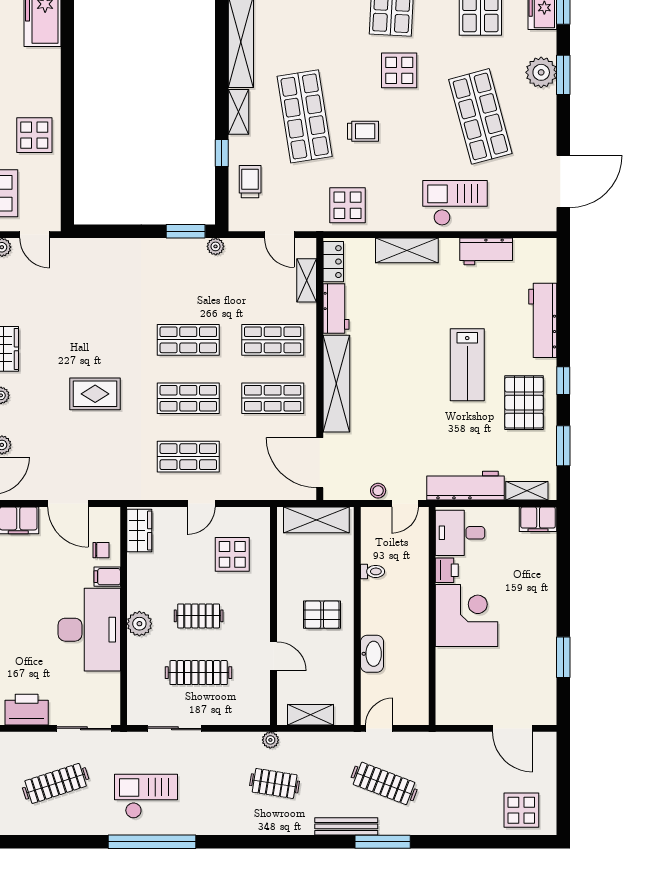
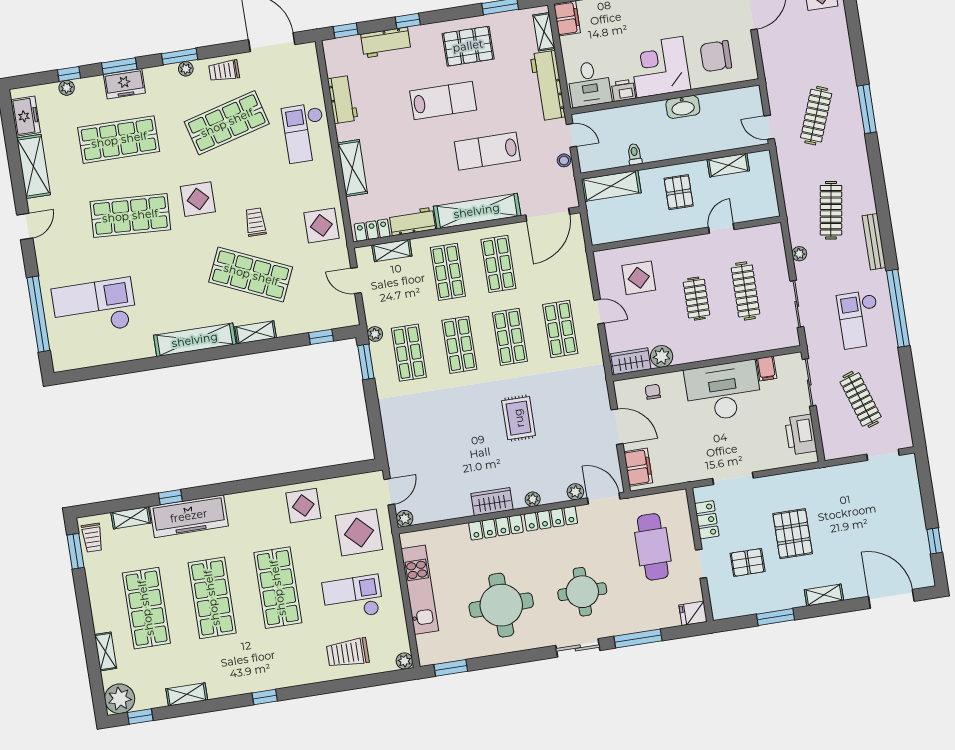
plant: (541, 72) -> (186, 69), width x0.53, depth x0.53
shop shelf: (305, 116) -> (251, 275), turned 33
window: (222, 153) -> (321, 337), moved
trolley: (250, 182) -> (224, 71), moved
door: (279, 235) -> (356, 280), swing flipped
window: (563, 267) -> (346, 31), added
shop shelf: (188, 281) -> (409, 353), added
workbench: (543, 320) -> (386, 43), width x0.73
window: (563, 381) -> (408, 21), moved
lab bench: (402, 406) -> (487, 151), added
door: (68, 503) -> (617, 427), hinge flipped
shelving: (316, 520) -> (611, 186), moved, turned 90
filing cabinet: (107, 577) -> (767, 368), moved
plant: (139, 624) -> (662, 356), moved
washbasin: (372, 654) -> (683, 107), moved, turned 180
chair: (469, 681) -> (716, 56), added
shelving: (310, 715) -> (728, 165), moved, turned 90
plant: (270, 740) -> (799, 254), moved
clothes rail: (275, 783) -> (831, 210), width x1.36
bench: (346, 826) -> (874, 242), moved

